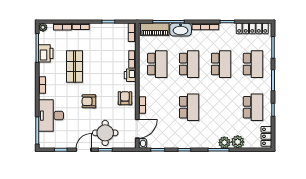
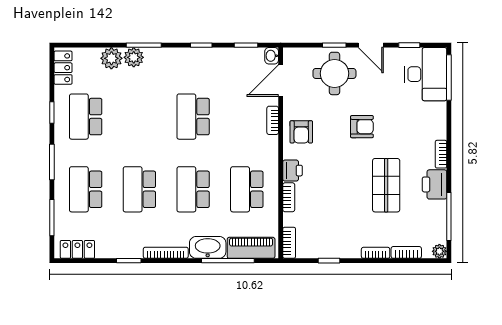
locker: (252, 28) -> (77, 249), width x0.66
printer: (46, 53) -> (434, 184), moved
desk: (51, 116) -> (426, 74), moved
door: (84, 150) -> (371, 45), hinge flipped

